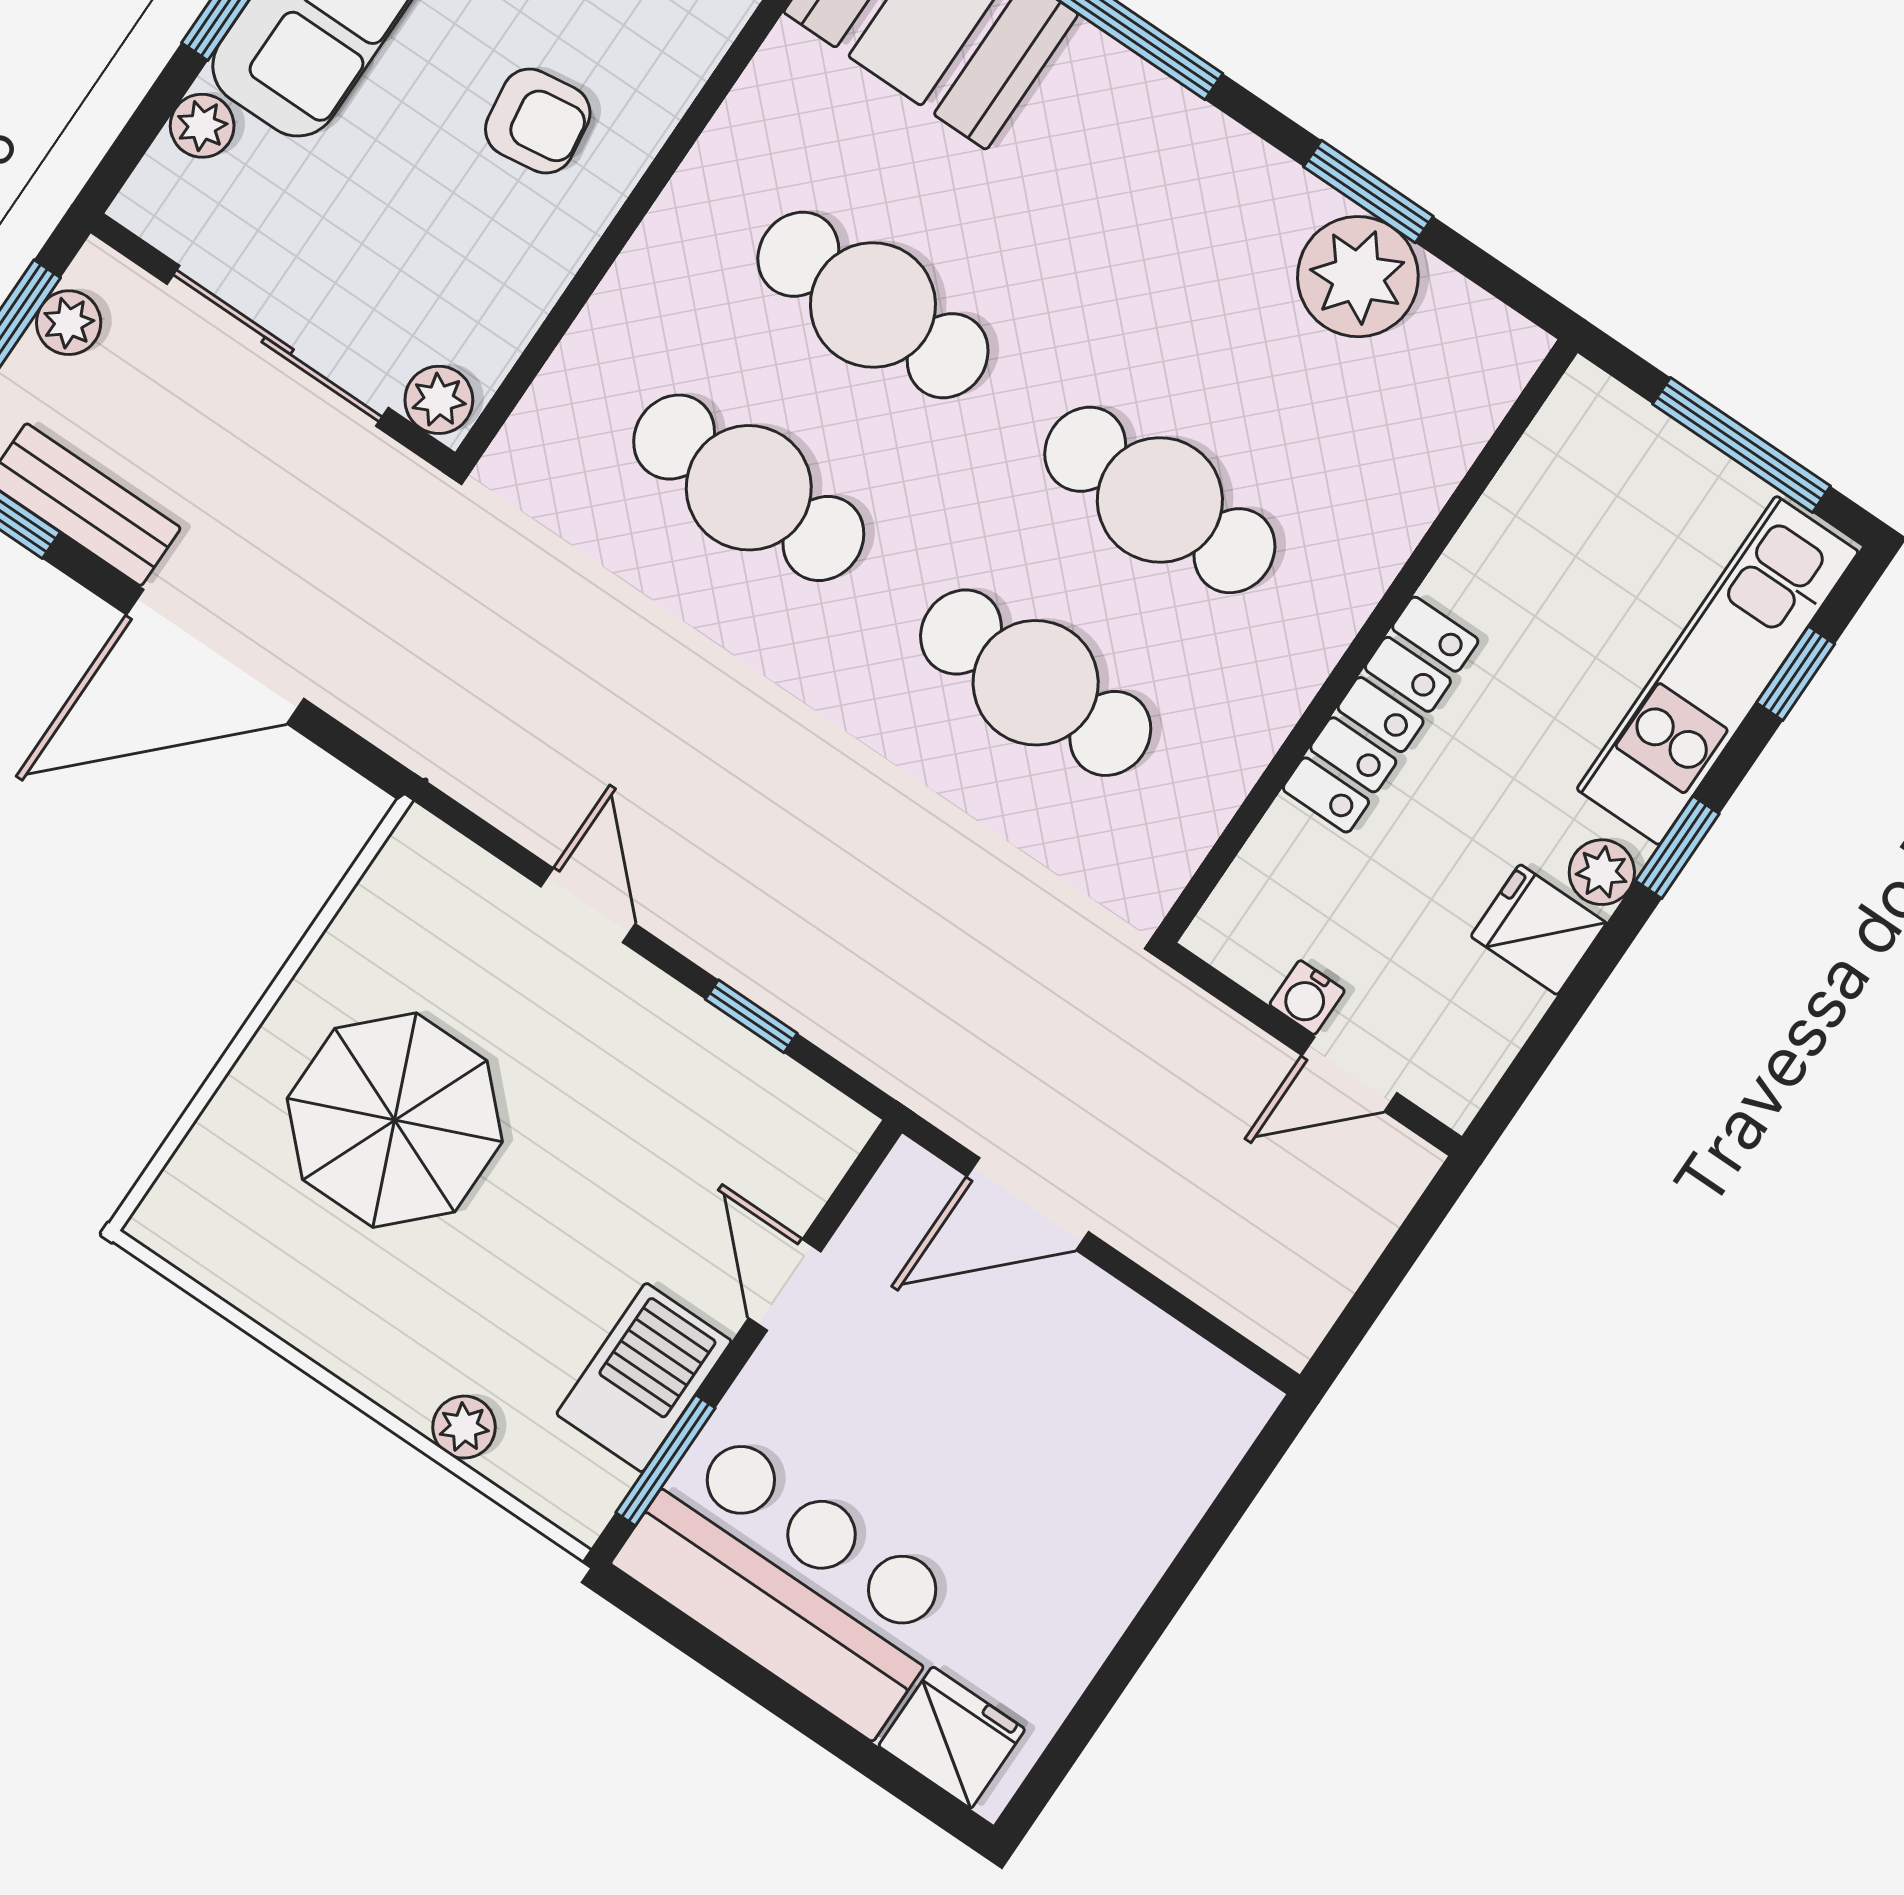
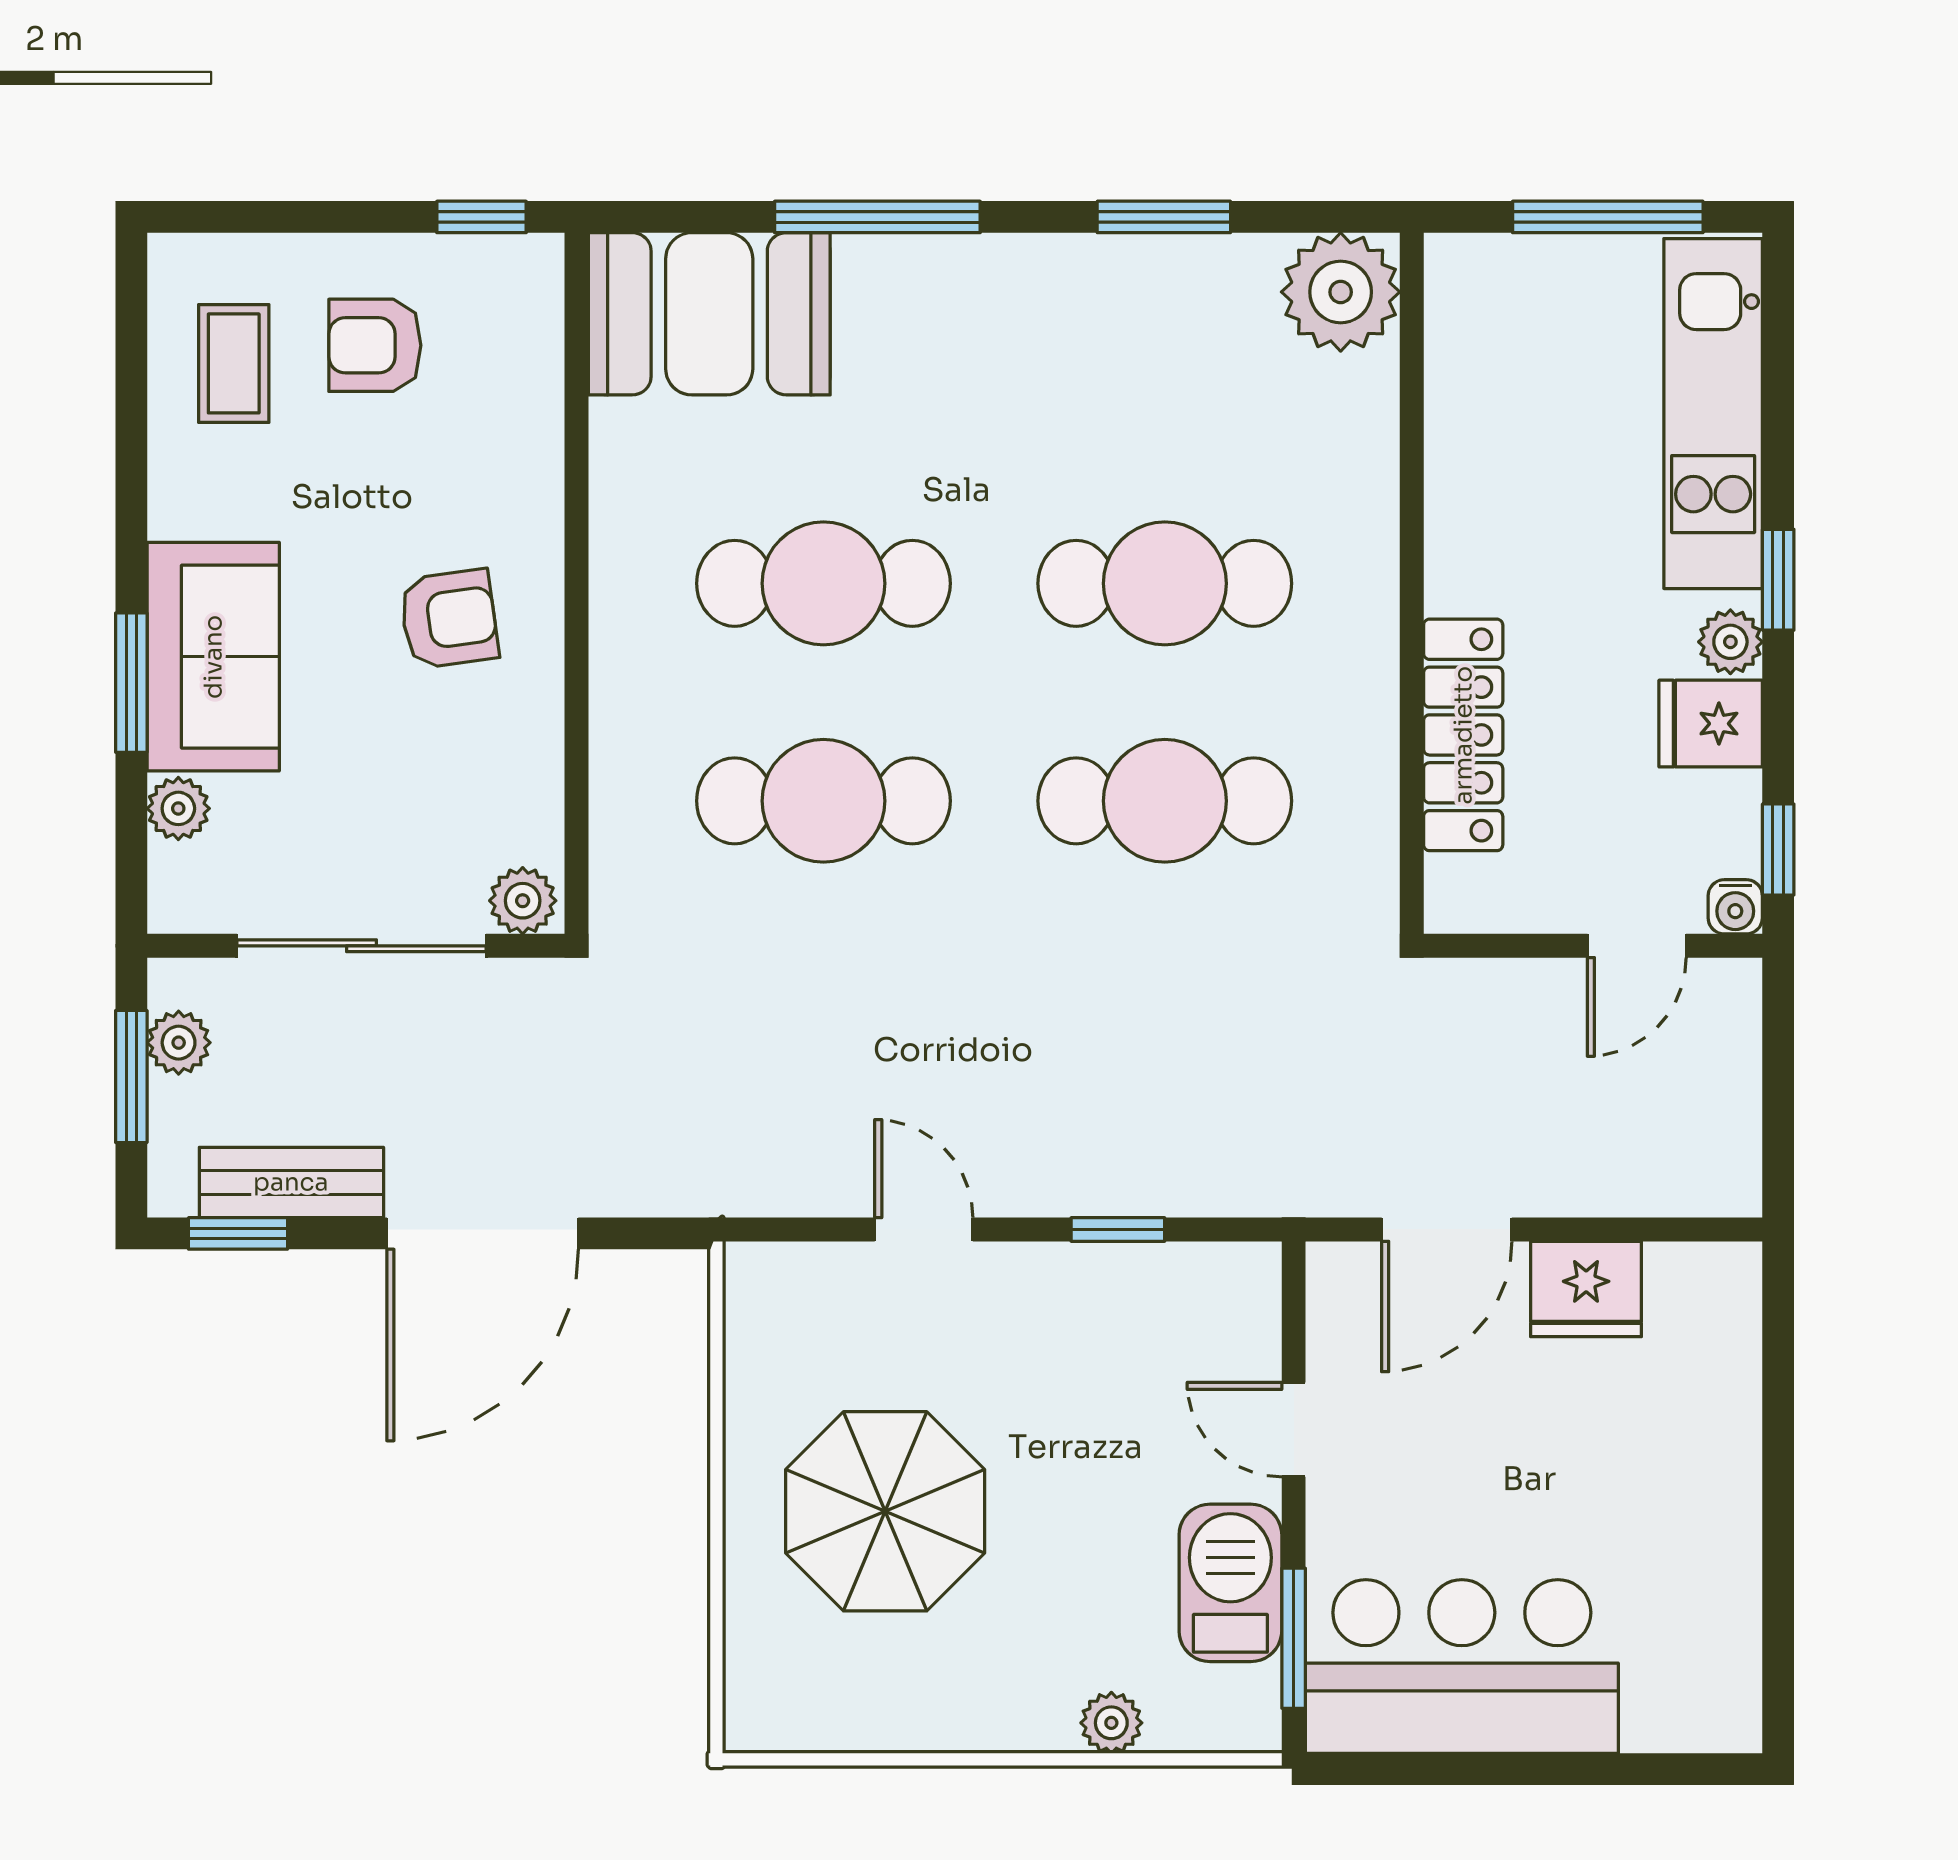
plant: (1358, 277) -> (1341, 292), moved
window: (1796, 673) -> (1778, 849), moved
locker: (1381, 715) -> (1463, 735), moved
water cooler: (1307, 998) -> (1735, 907), moved
fridge: (952, 1738) -> (1586, 1289), moved, turned 180

